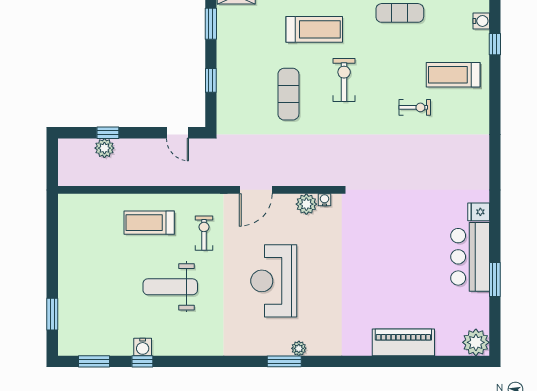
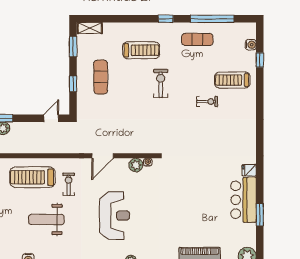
exercise mat: (288, 94) -> (101, 77), moved
door: (177, 133) -> (51, 118), swing flipped
treadmill: (149, 223) -> (32, 177), width x1.37, depth x1.38
reception desk: (274, 281) -> (114, 216), turned 180

